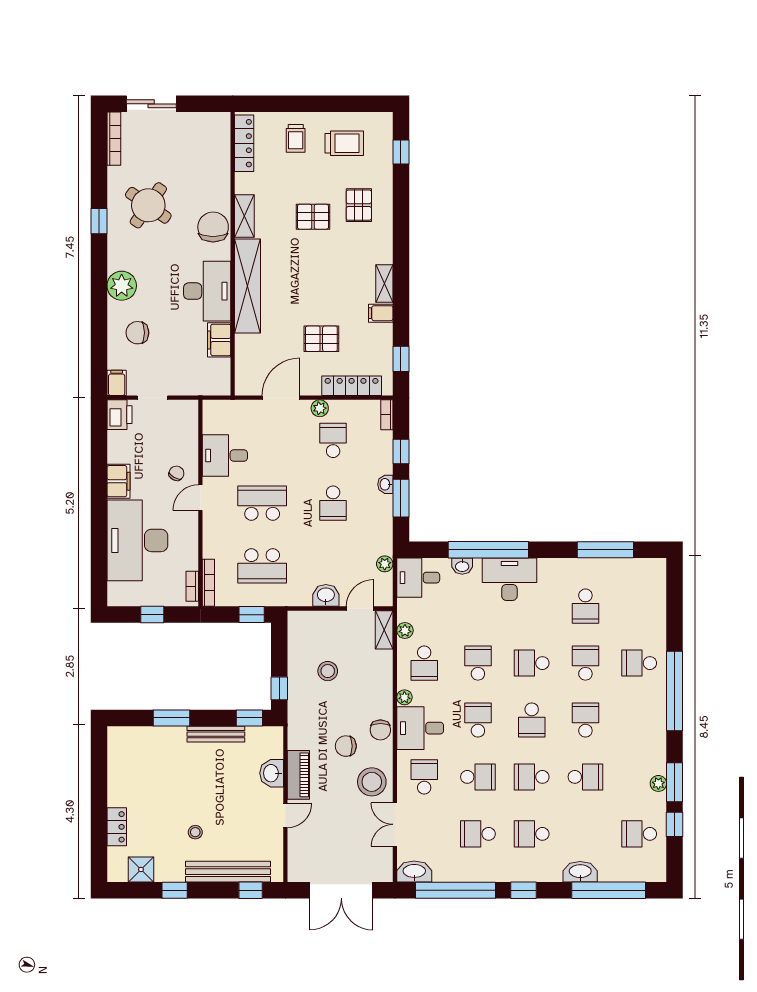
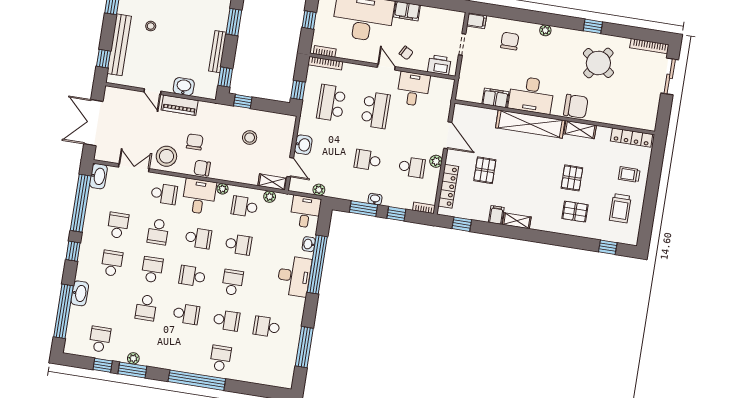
plant: (122, 286) -> (545, 30), width x0.53, depth x0.53
printer: (119, 415) -> (439, 65), moved, turned 180

